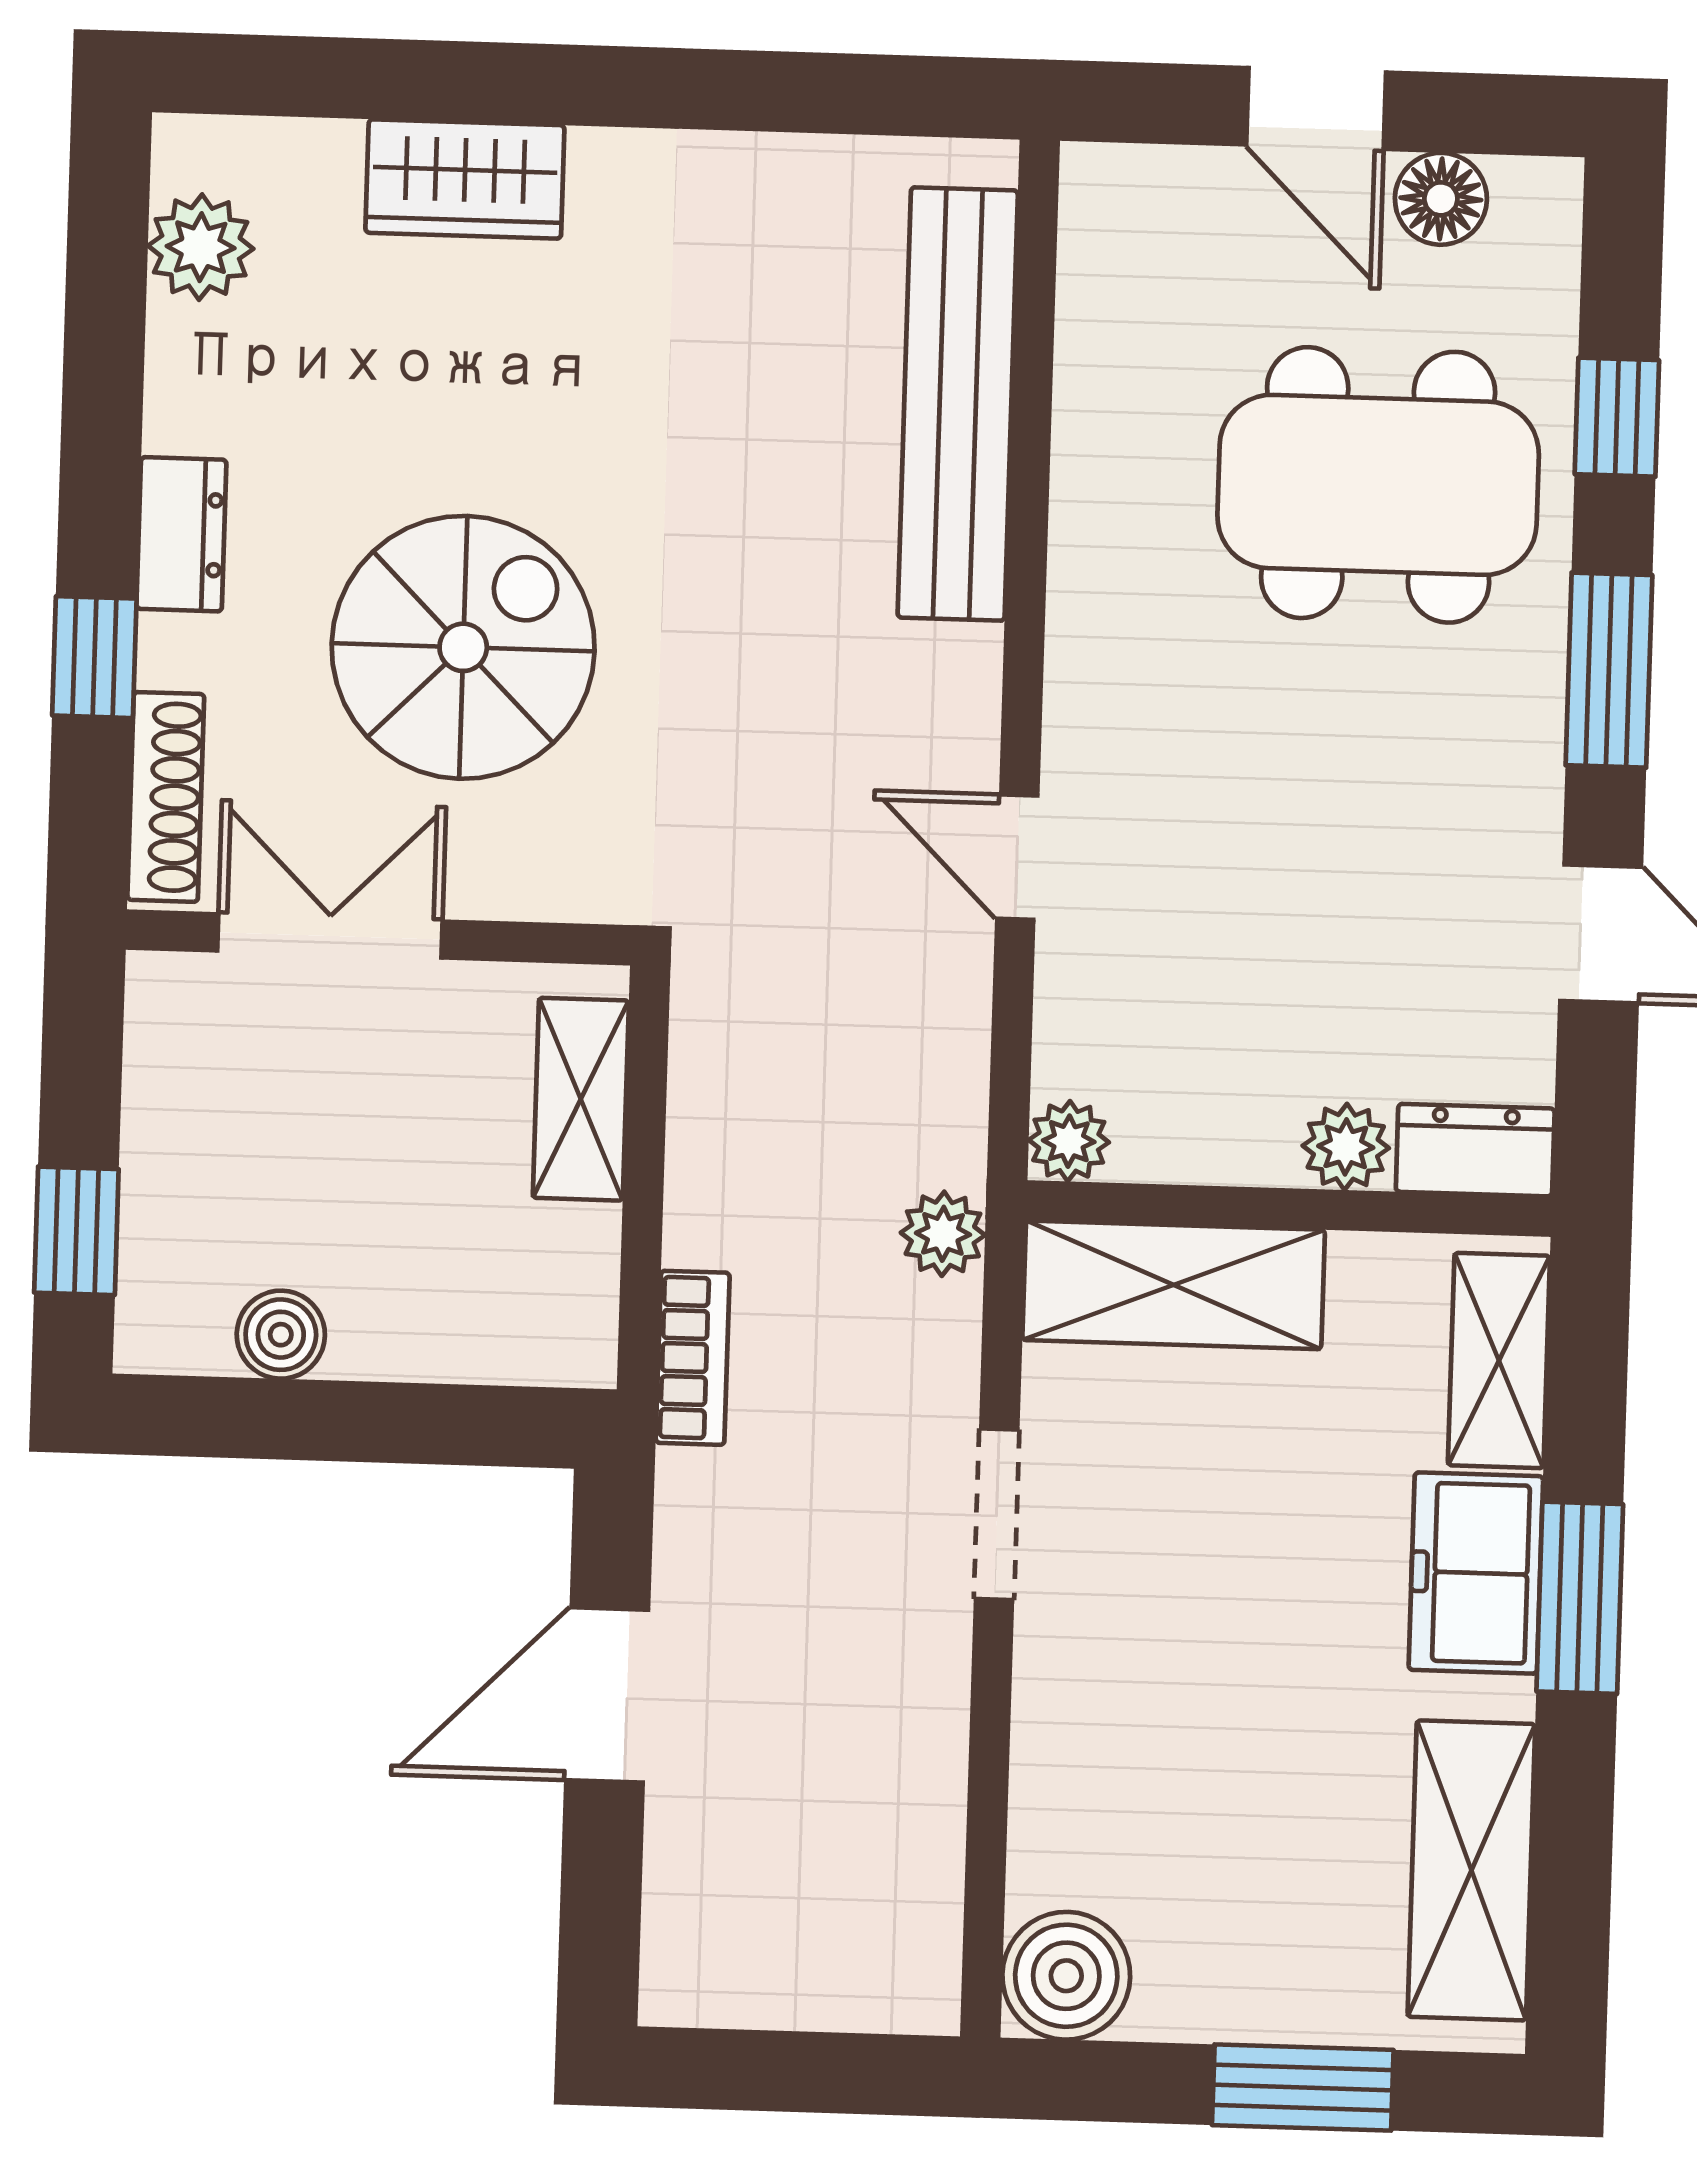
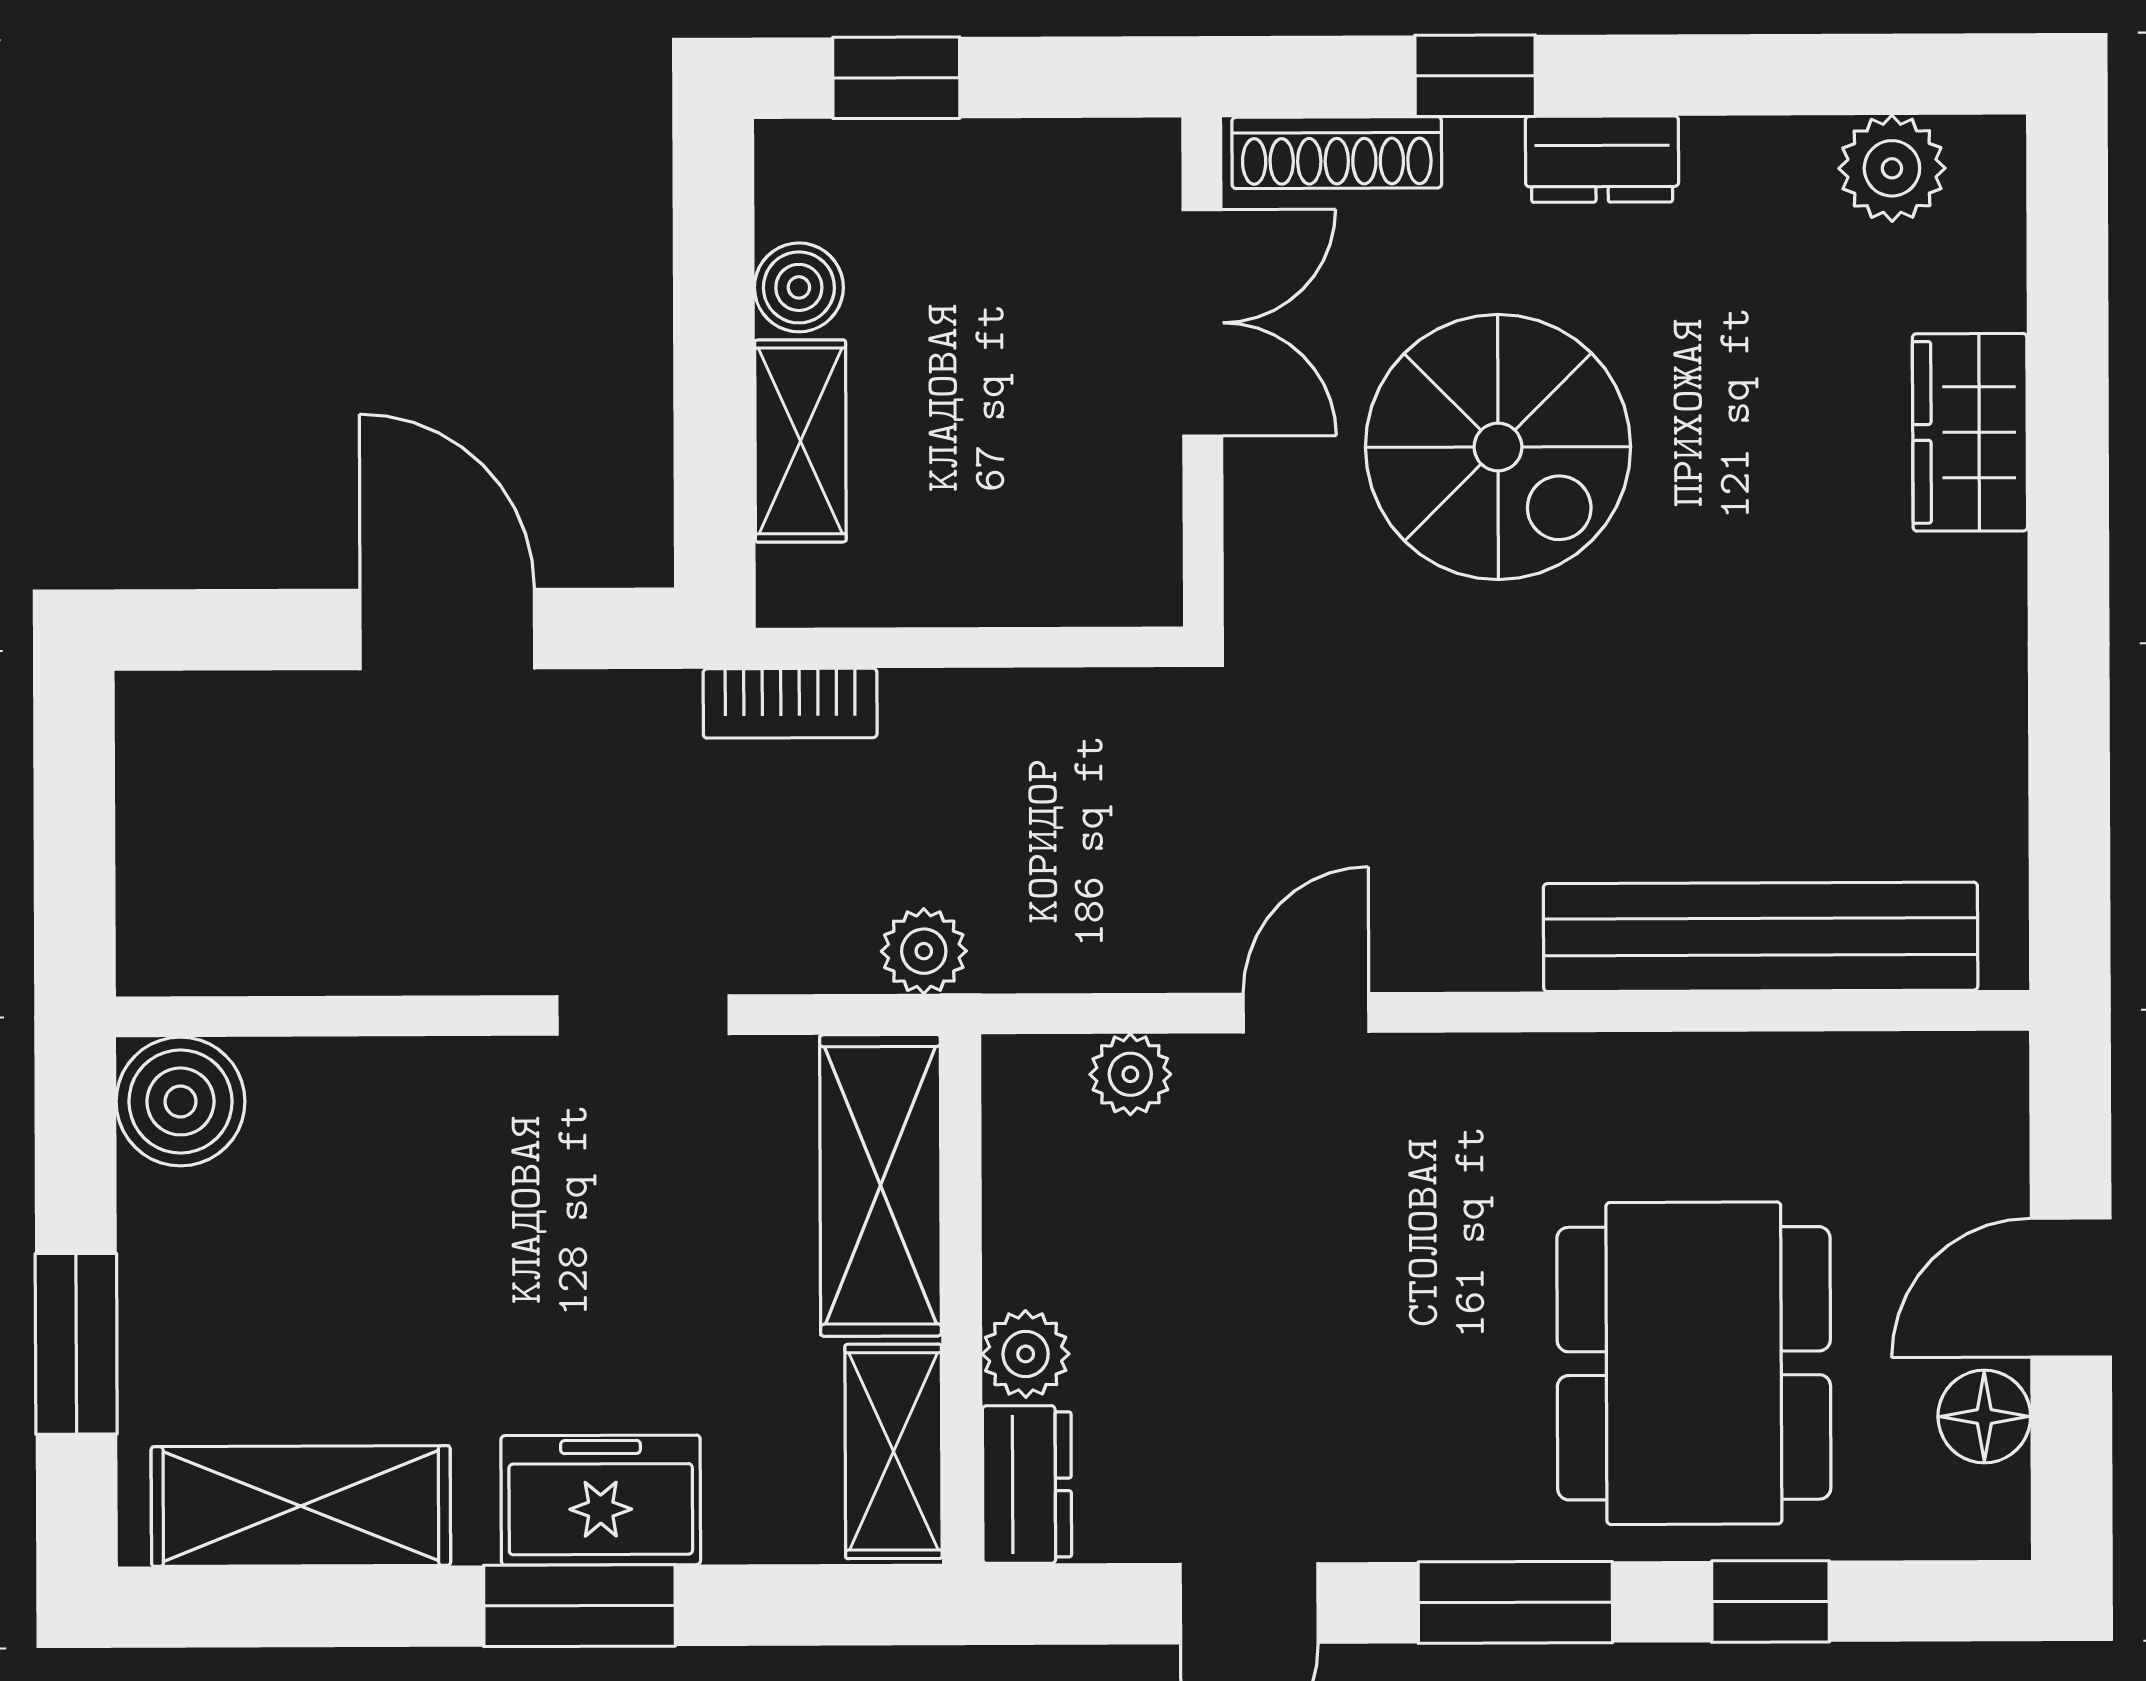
shelving: (581, 1099) -> (800, 441), moved, turned 90
plant: (1069, 1141) -> (1130, 1074), moved
shelving: (1499, 1360) -> (893, 1451), moved, turned 90

